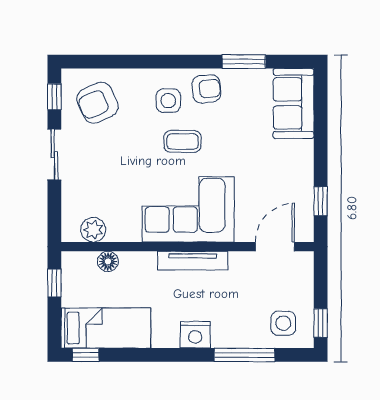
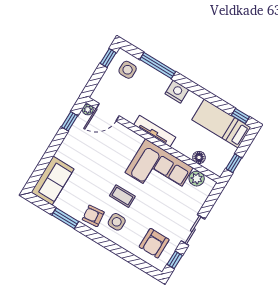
armchair: (97, 103) -> (154, 243), turned 115
corner sofa: (188, 209) -> (159, 170), moved
plant: (305, 233) -> (88, 110), added

